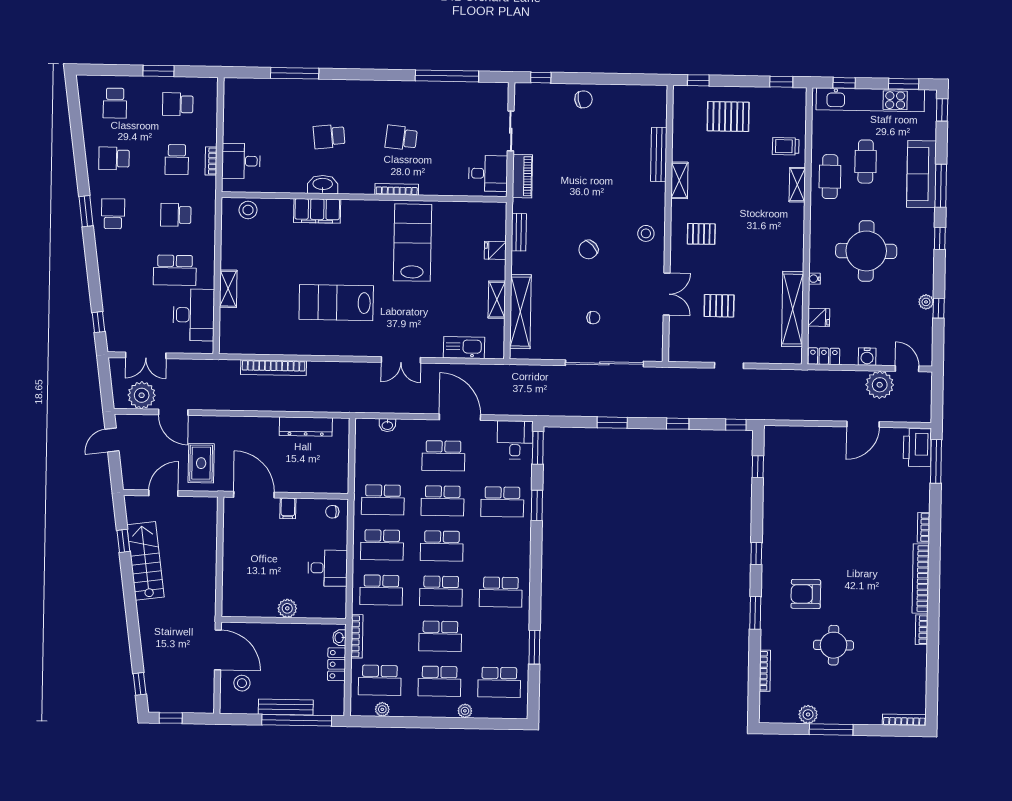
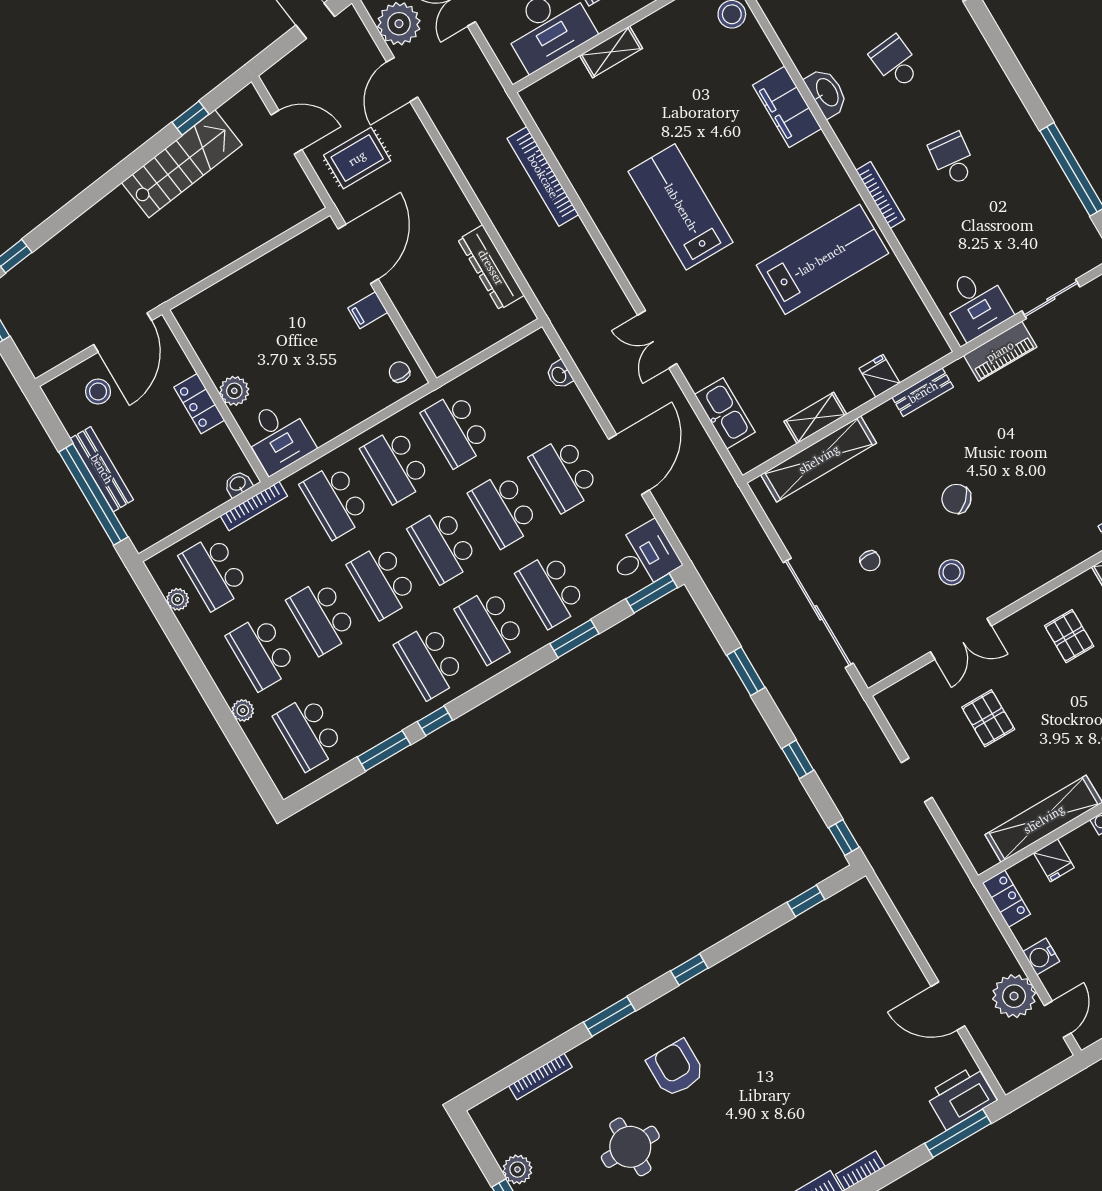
stool: (646, 233) -> (952, 572), moved
school desk: (502, 547) -> (490, 626), added
desk: (328, 568) -> (278, 437), moved
window: (535, 609) -> (435, 721), added
locker: (337, 664) -> (199, 404), moved, turned -90

